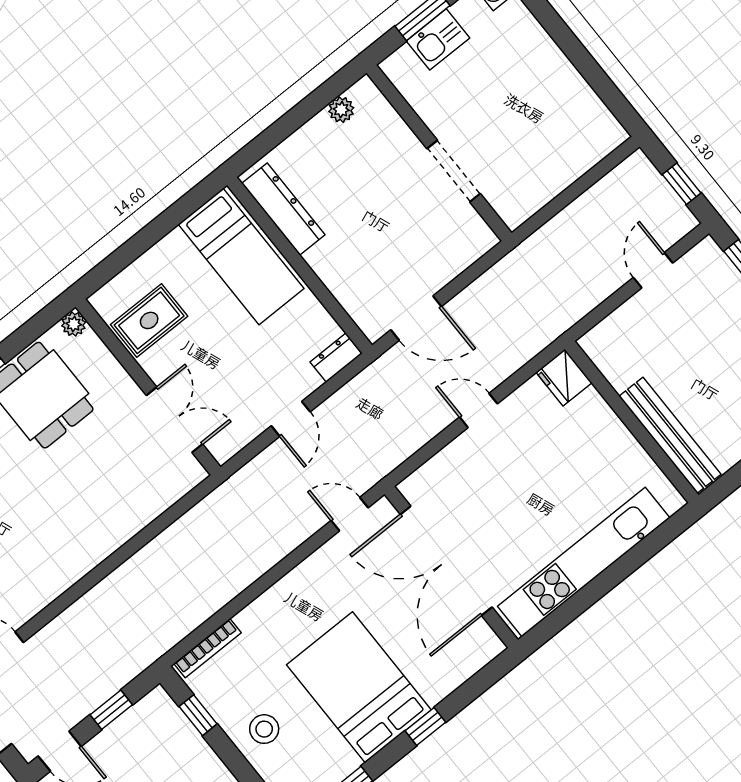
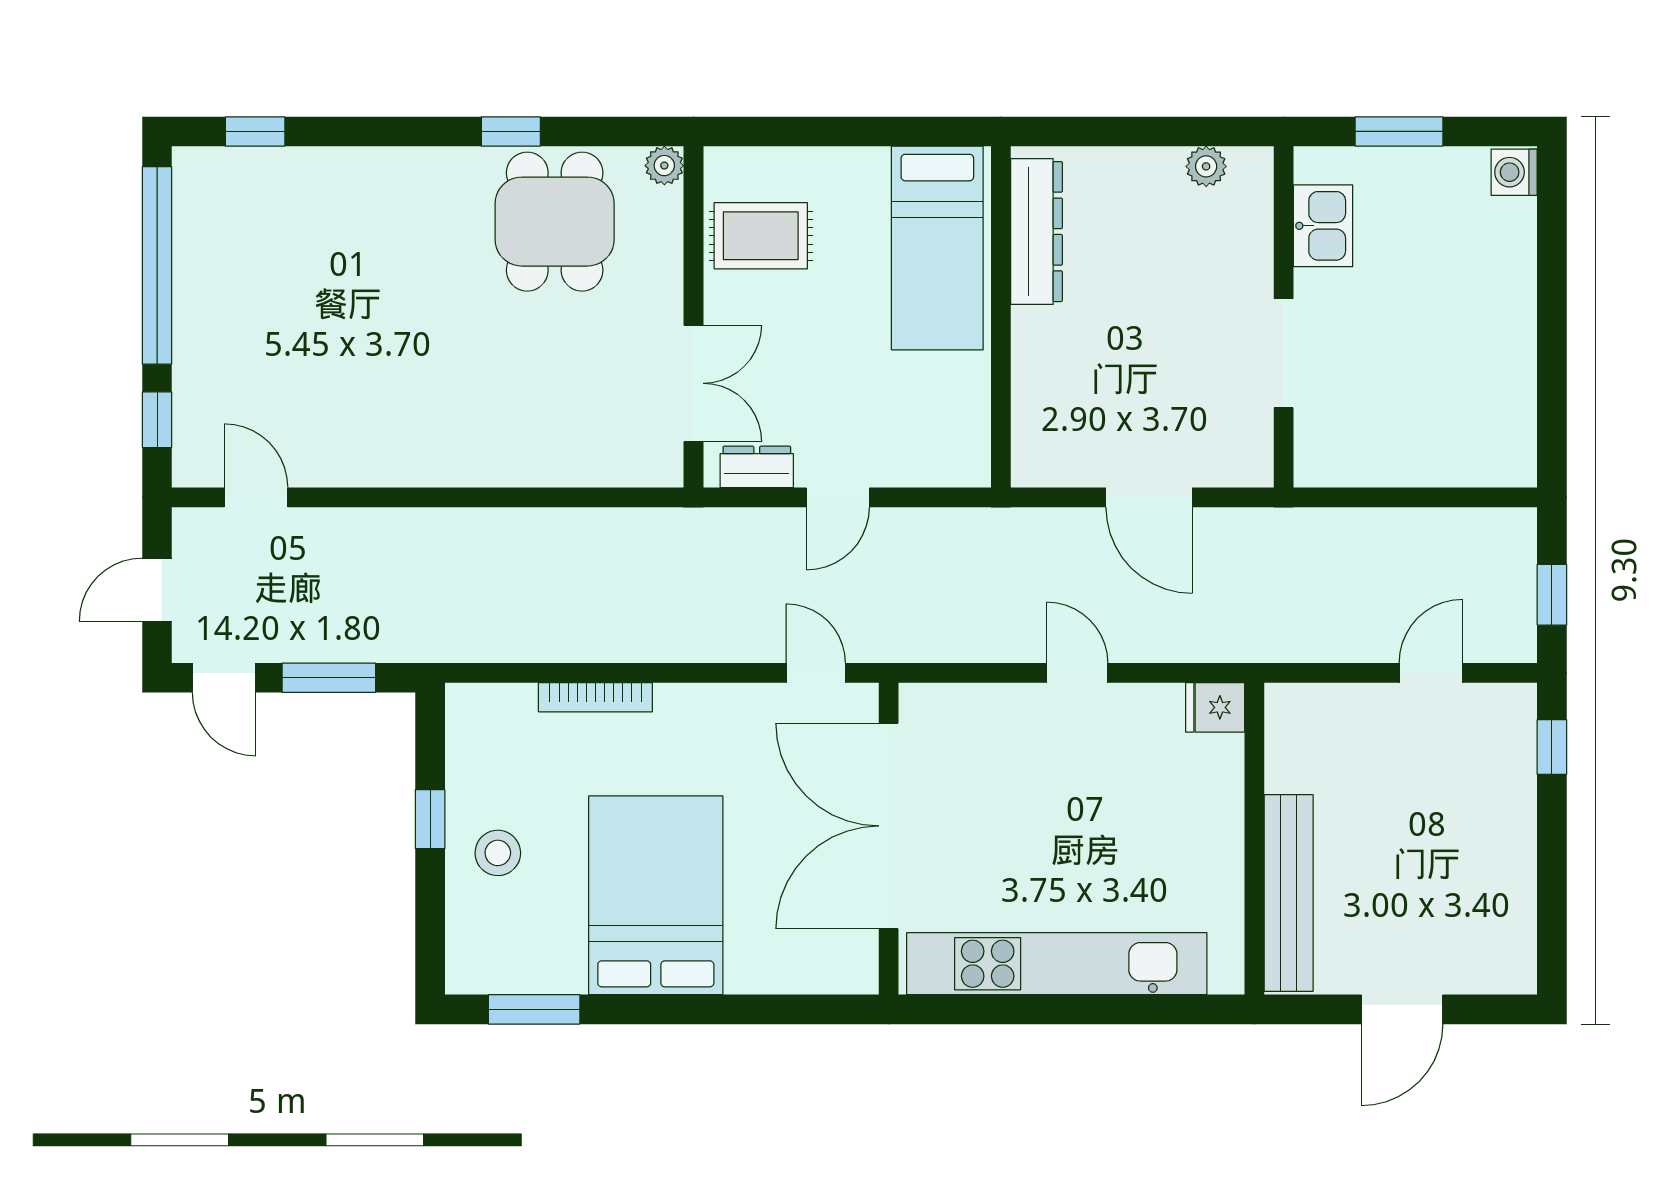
kitchen sink: (438, 39) -> (1323, 226), moved, turned -90
door: (416, 318) -> (1149, 497), moved
dresser: (336, 358) -> (757, 467), moved
fridge: (564, 378) -> (1215, 707), width x0.72
bookcase: (208, 648) -> (595, 697), moved
window: (111, 710) -> (329, 678), width x1.50
window: (198, 715) -> (430, 819), moved
window: (425, 726) -> (699, 1009), removed

